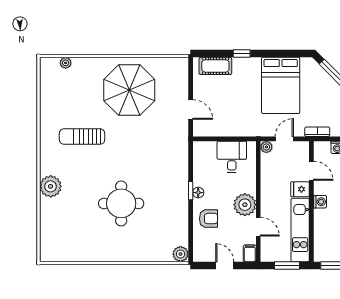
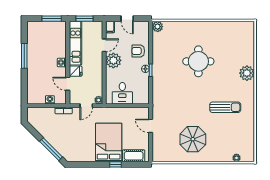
bed: (281, 85) -> (109, 142), moved
parasol: (129, 90) -> (193, 139), width x0.73, depth x0.73
door: (258, 227) -> (104, 45), swing flipped

